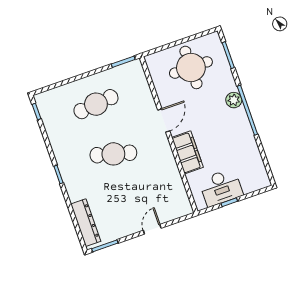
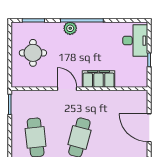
round table: (191, 67) -> (33, 53), width x0.73, depth x0.73
desk: (221, 187) -> (135, 41), moved
door: (152, 229) -> (149, 128), width x1.87

